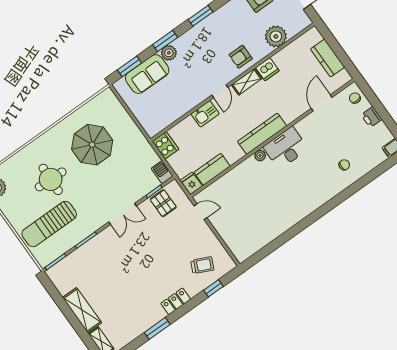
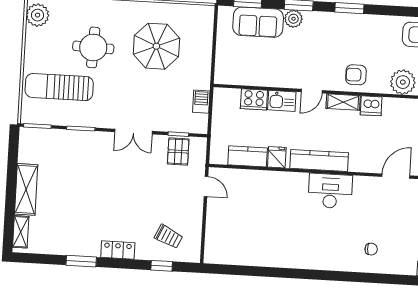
cooker: (166, 145) -> (254, 99), moved, turned 90
plant: (260, 156) -> (301, 179), removed
barbecue: (162, 172) -> (201, 102), moved
fridge: (191, 183) -> (277, 157), moved

